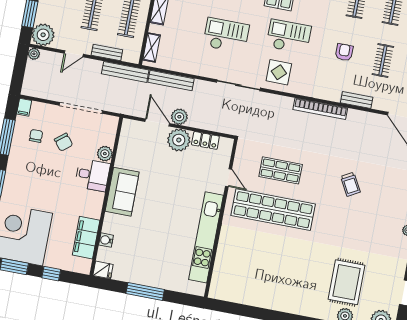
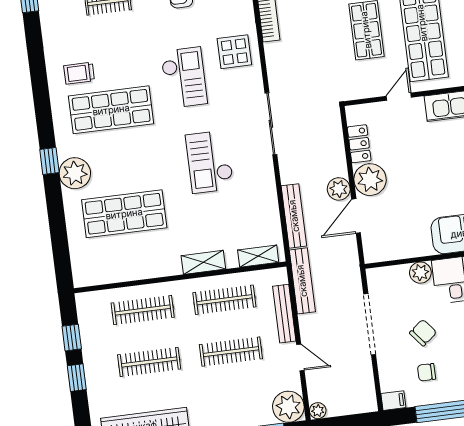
checkout: (289, 37) -> (184, 78), turned 180
bench: (107, 53) -> (284, 314), width x1.36
display table: (279, 72) -> (234, 52), moved

